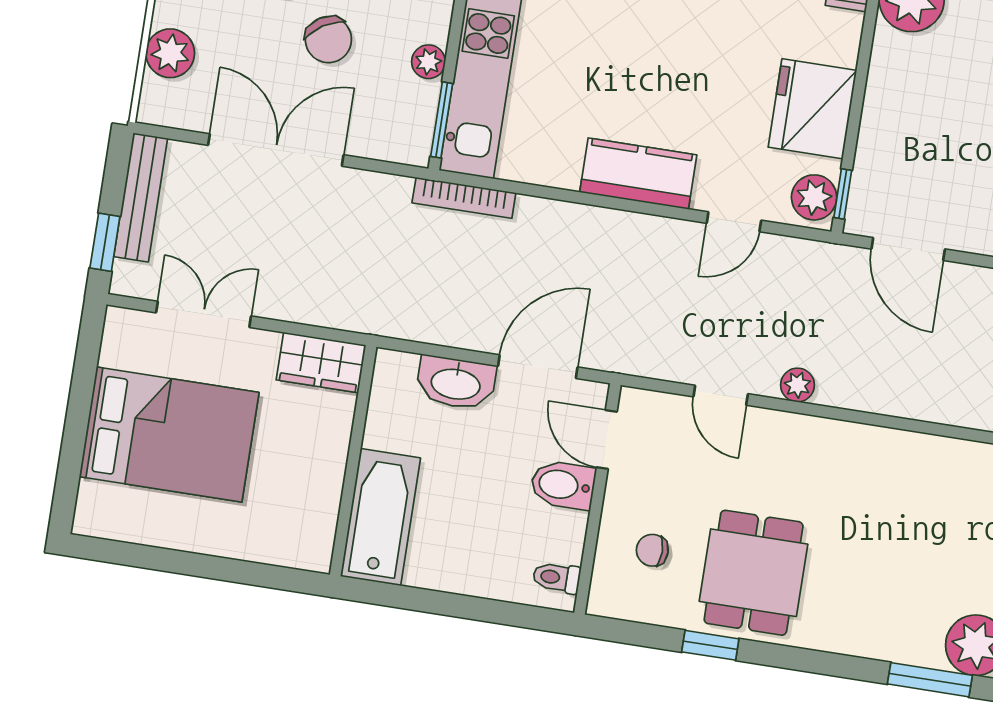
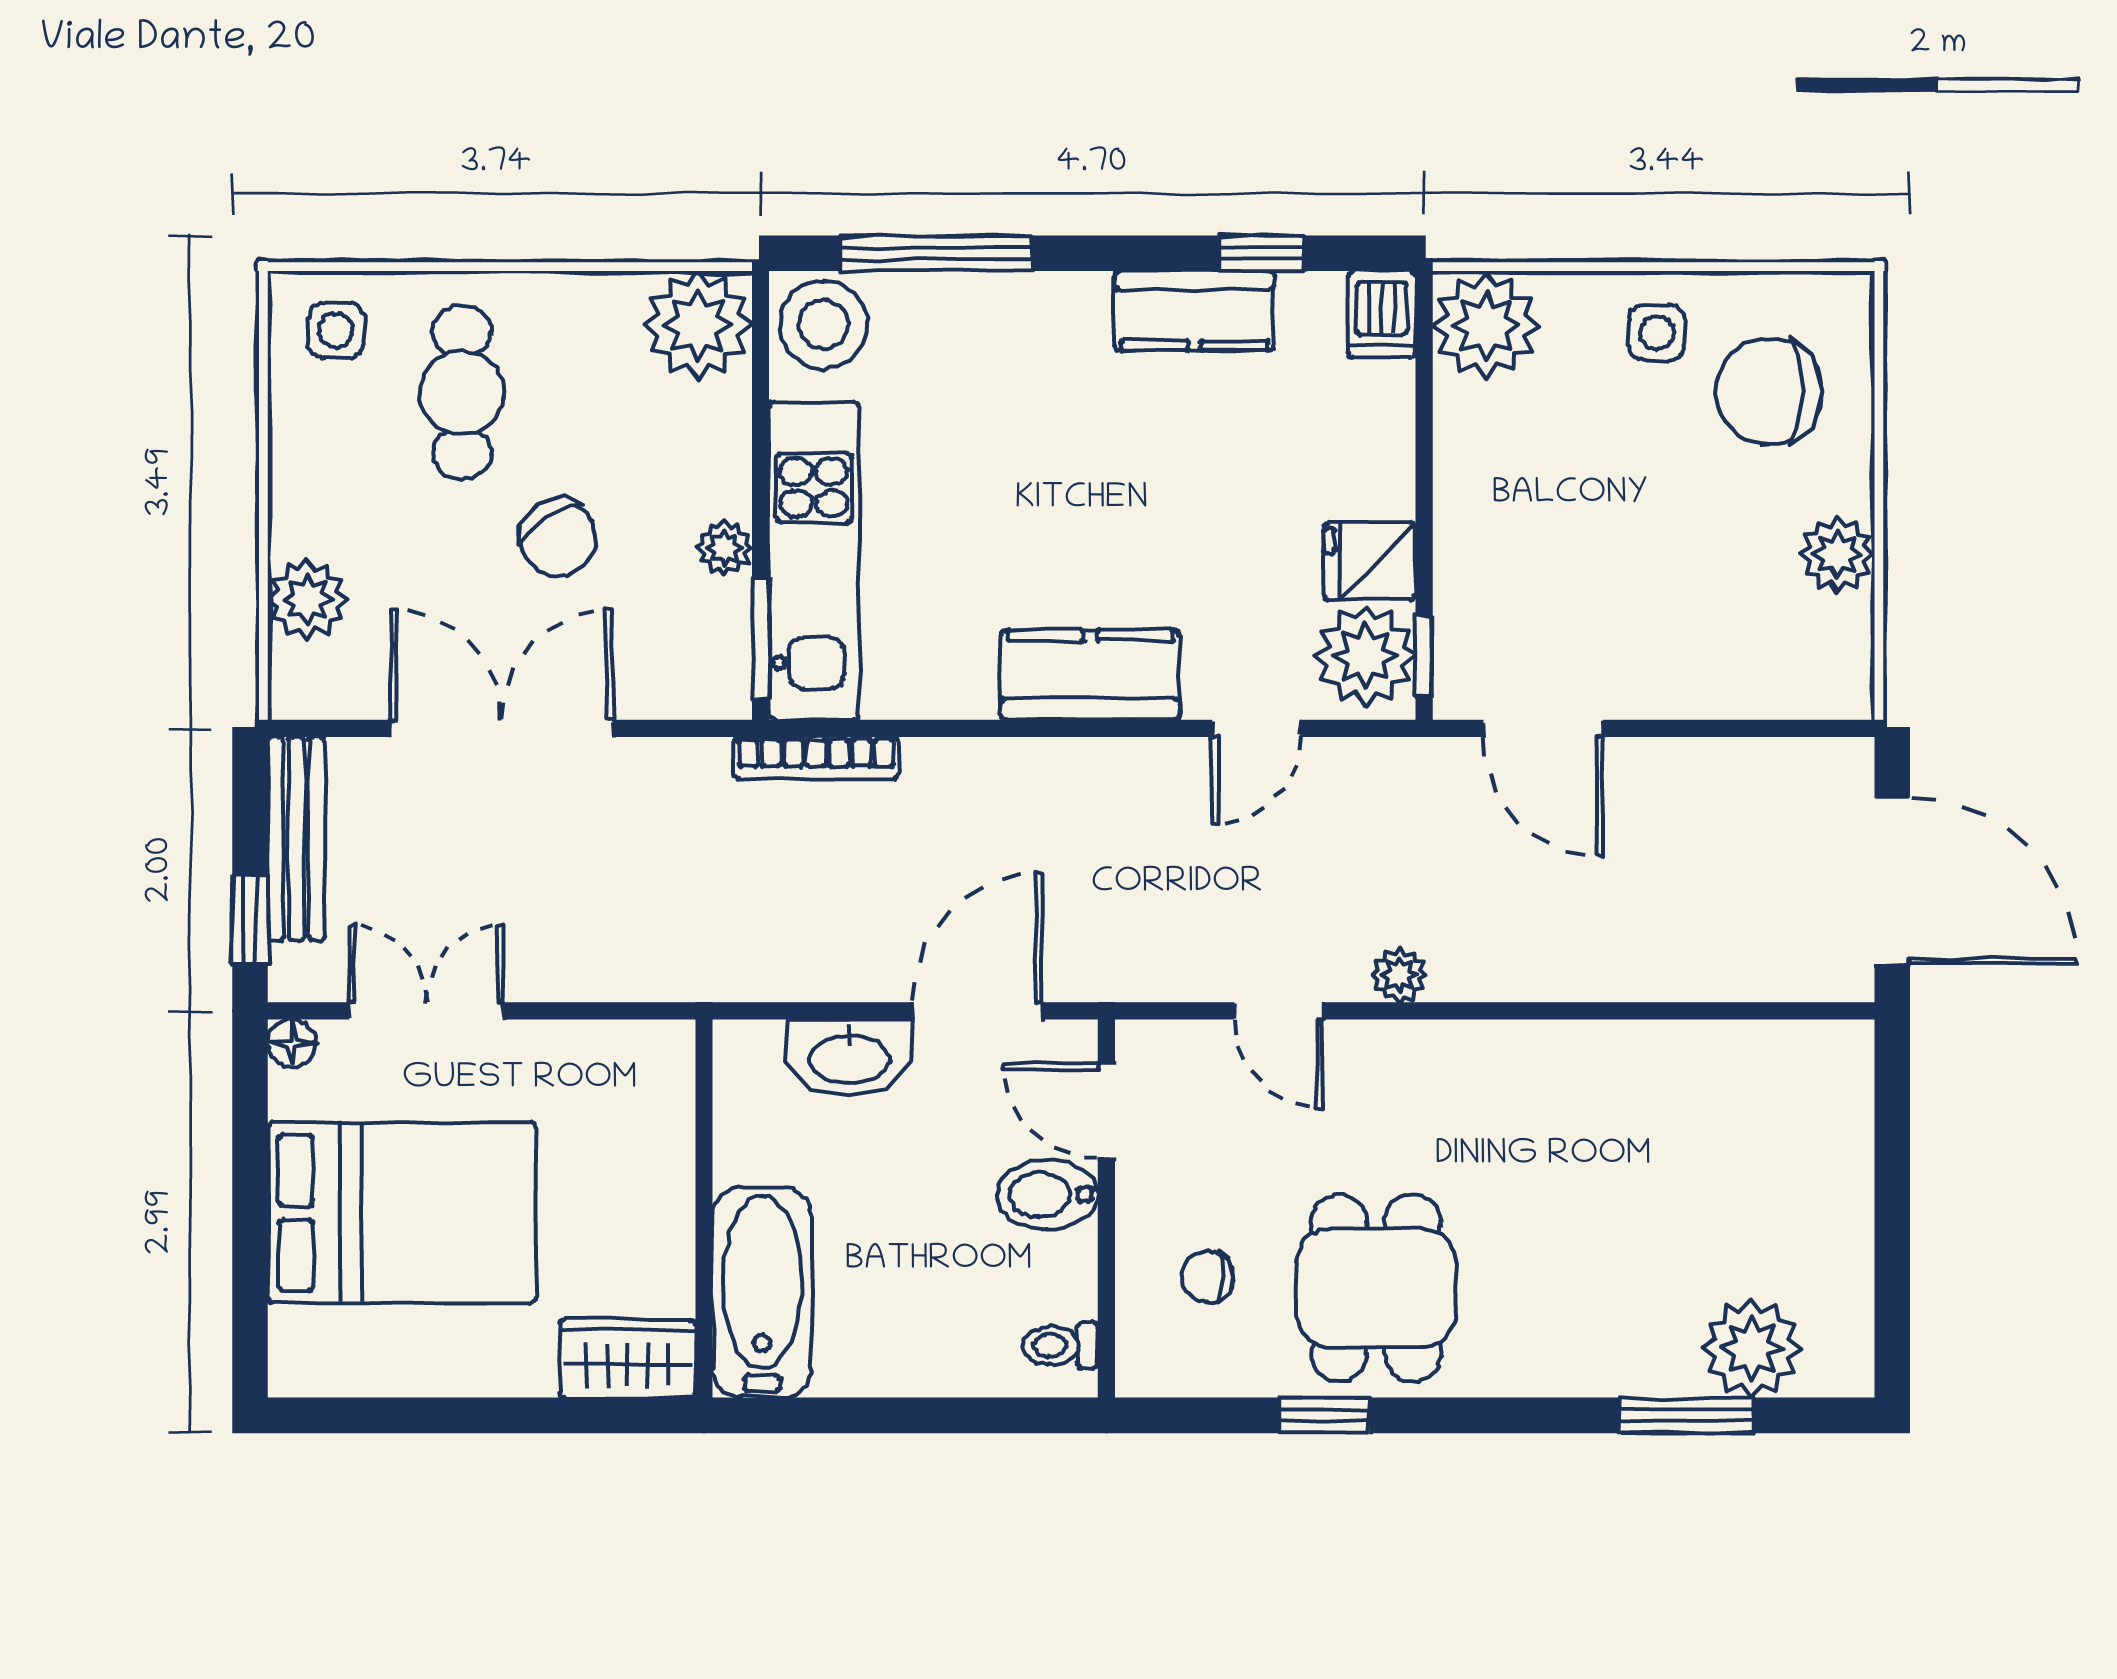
fridge: (812, 109) -> (1370, 561), width x0.53, depth x0.75
plant: (814, 197) -> (1366, 656), width x1.36, depth x1.36
floor lamp: (119, 321) -> (292, 1043), added
wardrobe: (321, 362) -> (628, 1358), moved, turned 180

